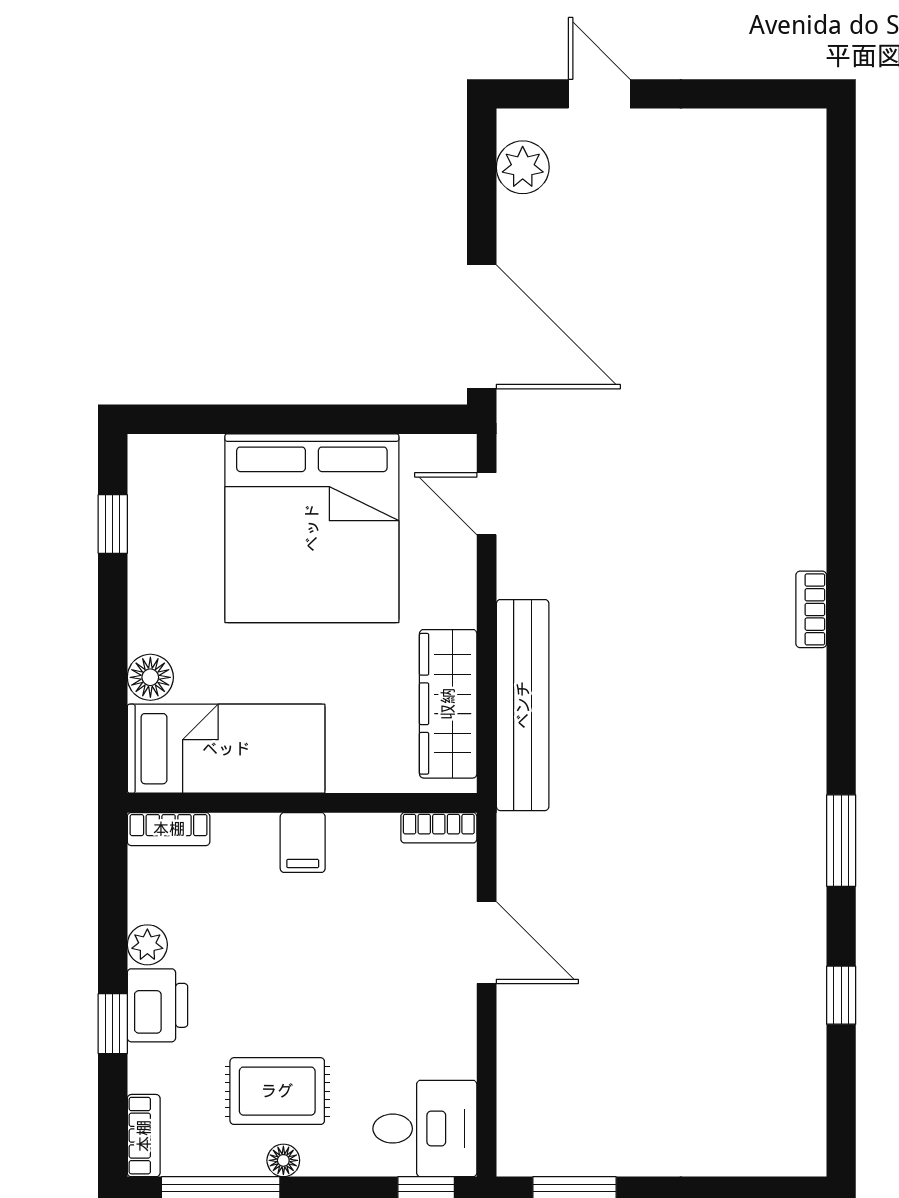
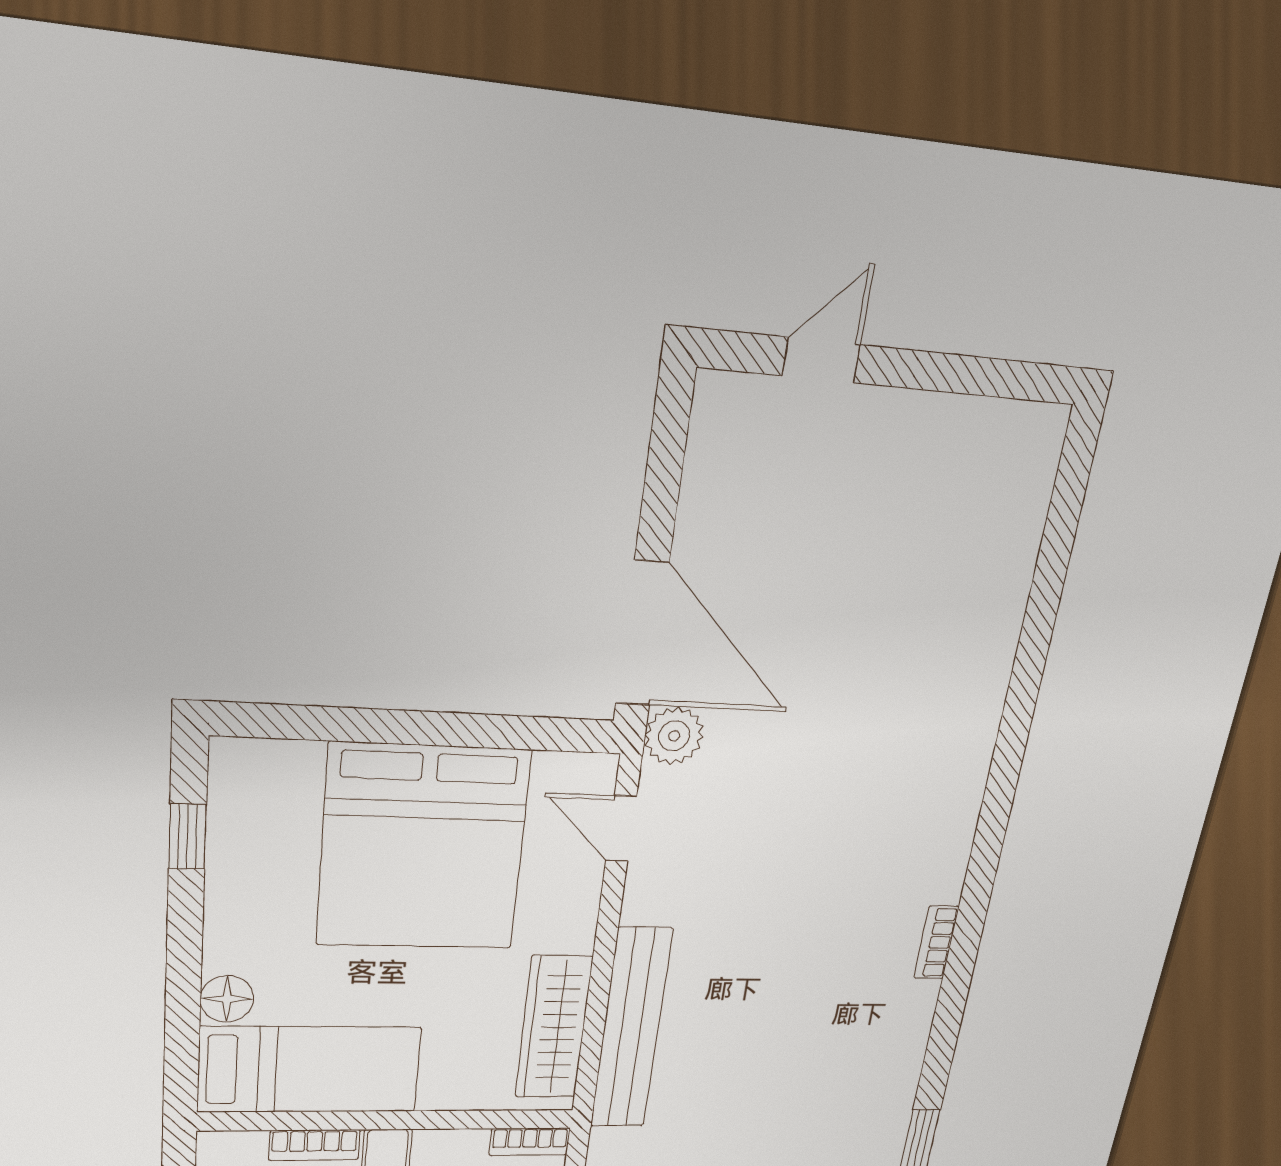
door: (599, 94) -> (821, 360), hinge flipped
plant: (523, 167) -> (674, 736), moved
bookcase: (169, 829) -> (314, 1145), moved

